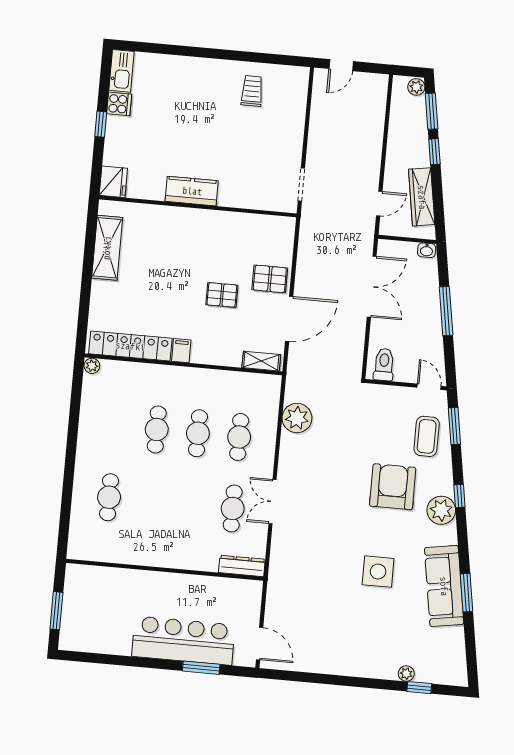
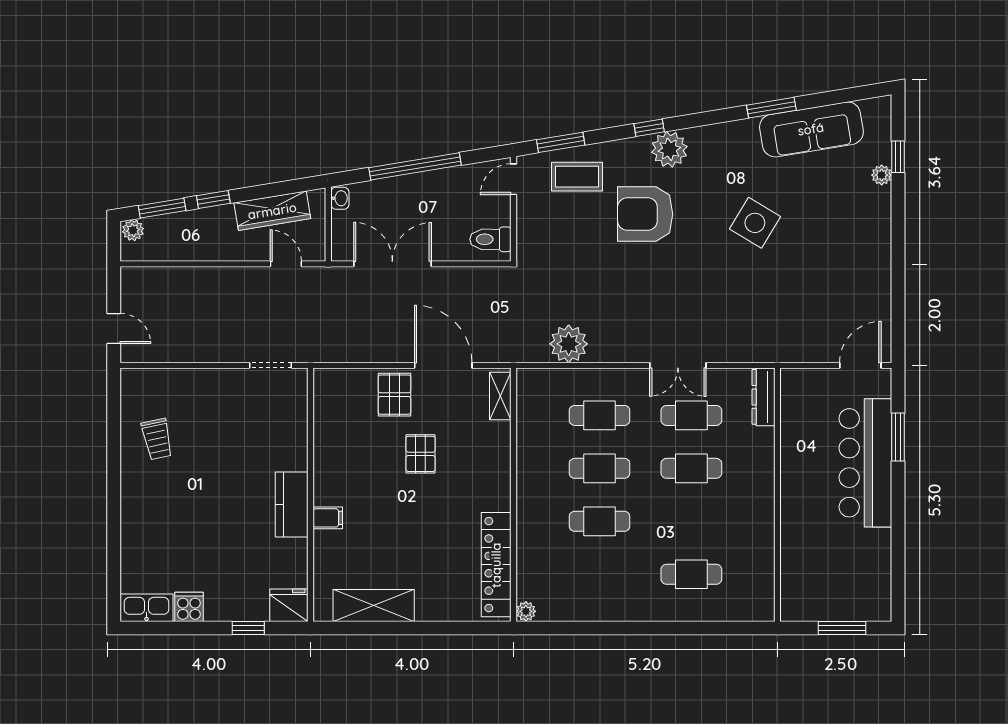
trolley: (252, 91) -> (157, 439), turned -102
window: (101, 124) -> (248, 628), moved
window: (446, 311) -> (415, 166), width x1.46
filing cabinet: (181, 351) -> (328, 518), moved, turned 180
cafe table: (191, 505) -> (691, 468), added
side table: (378, 572) -> (755, 223), turned 31
sofa: (444, 586) -> (811, 129), moved

